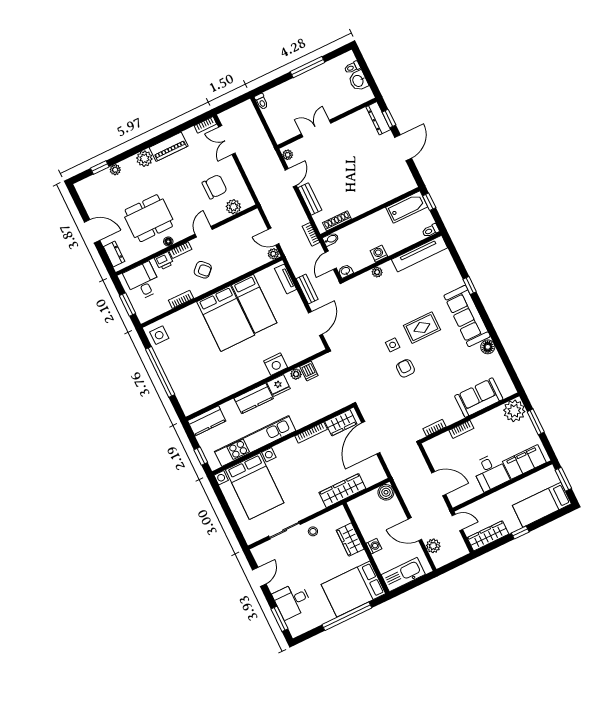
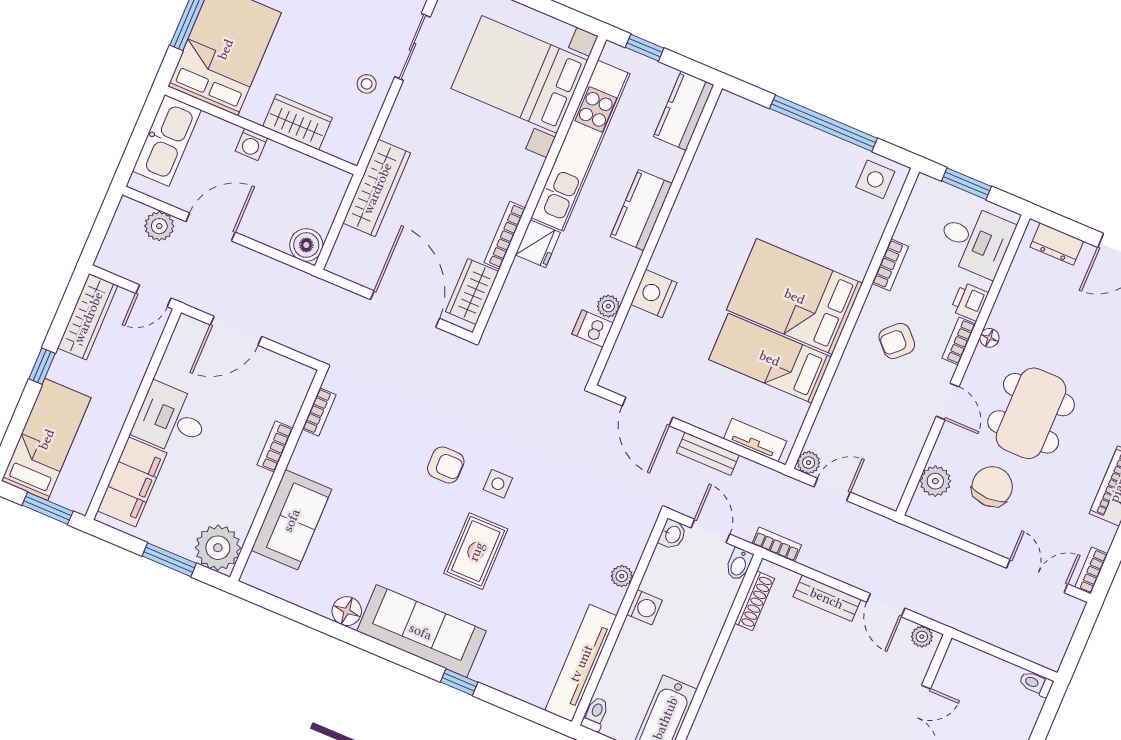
chair: (215, 187) -> (992, 487), turned 180
dining table: (149, 218) -> (1031, 413), moved
fridge: (278, 385) -> (538, 244), moved, turned 180

